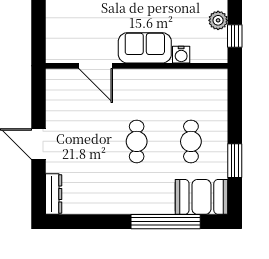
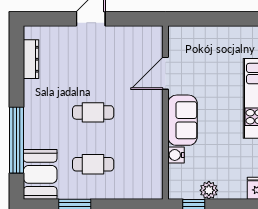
dresser: (54, 194) -> (31, 59), moved, turned -90

